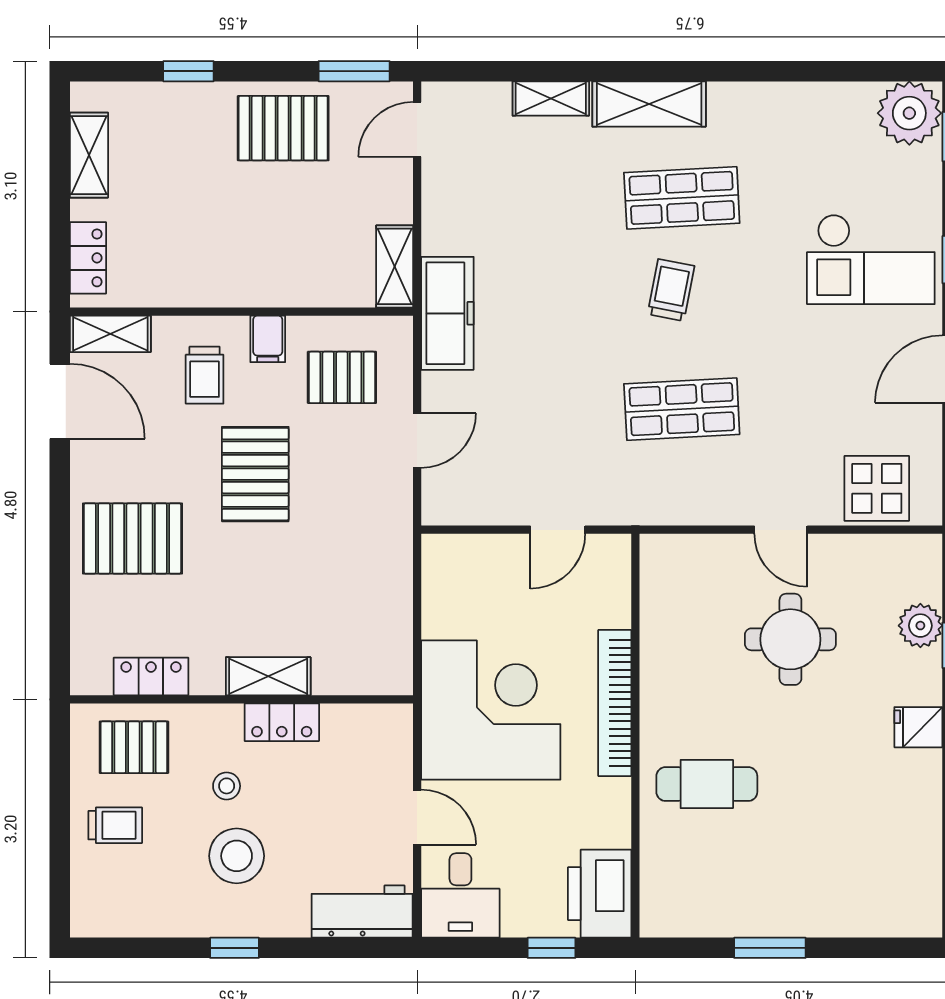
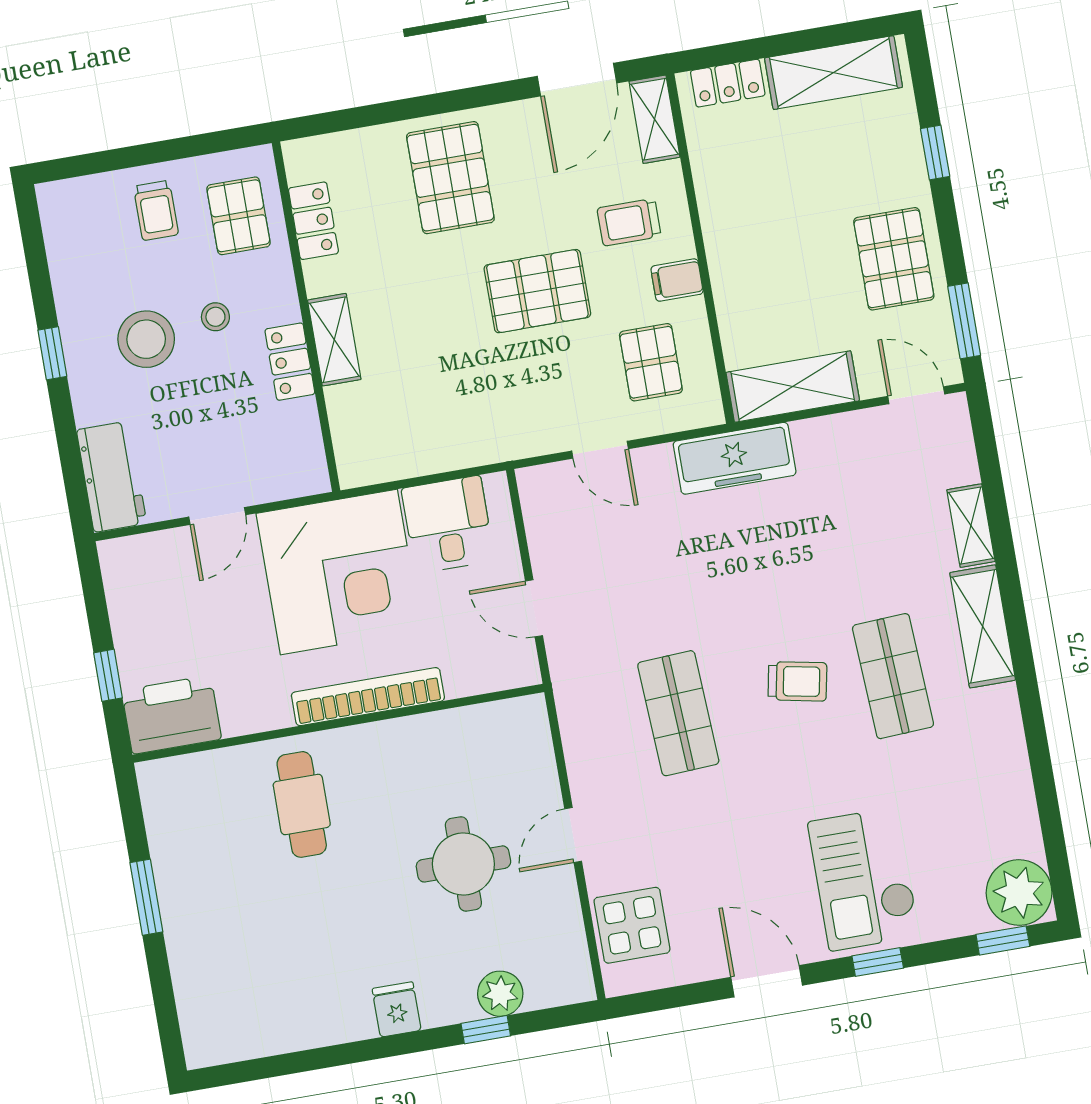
shelving: (89, 155) -> (833, 73), width x1.50, depth x1.33
shelving: (395, 266) -> (793, 387), width x1.50, depth x1.33
desk: (460, 895) -> (448, 525), moved, turned 90

